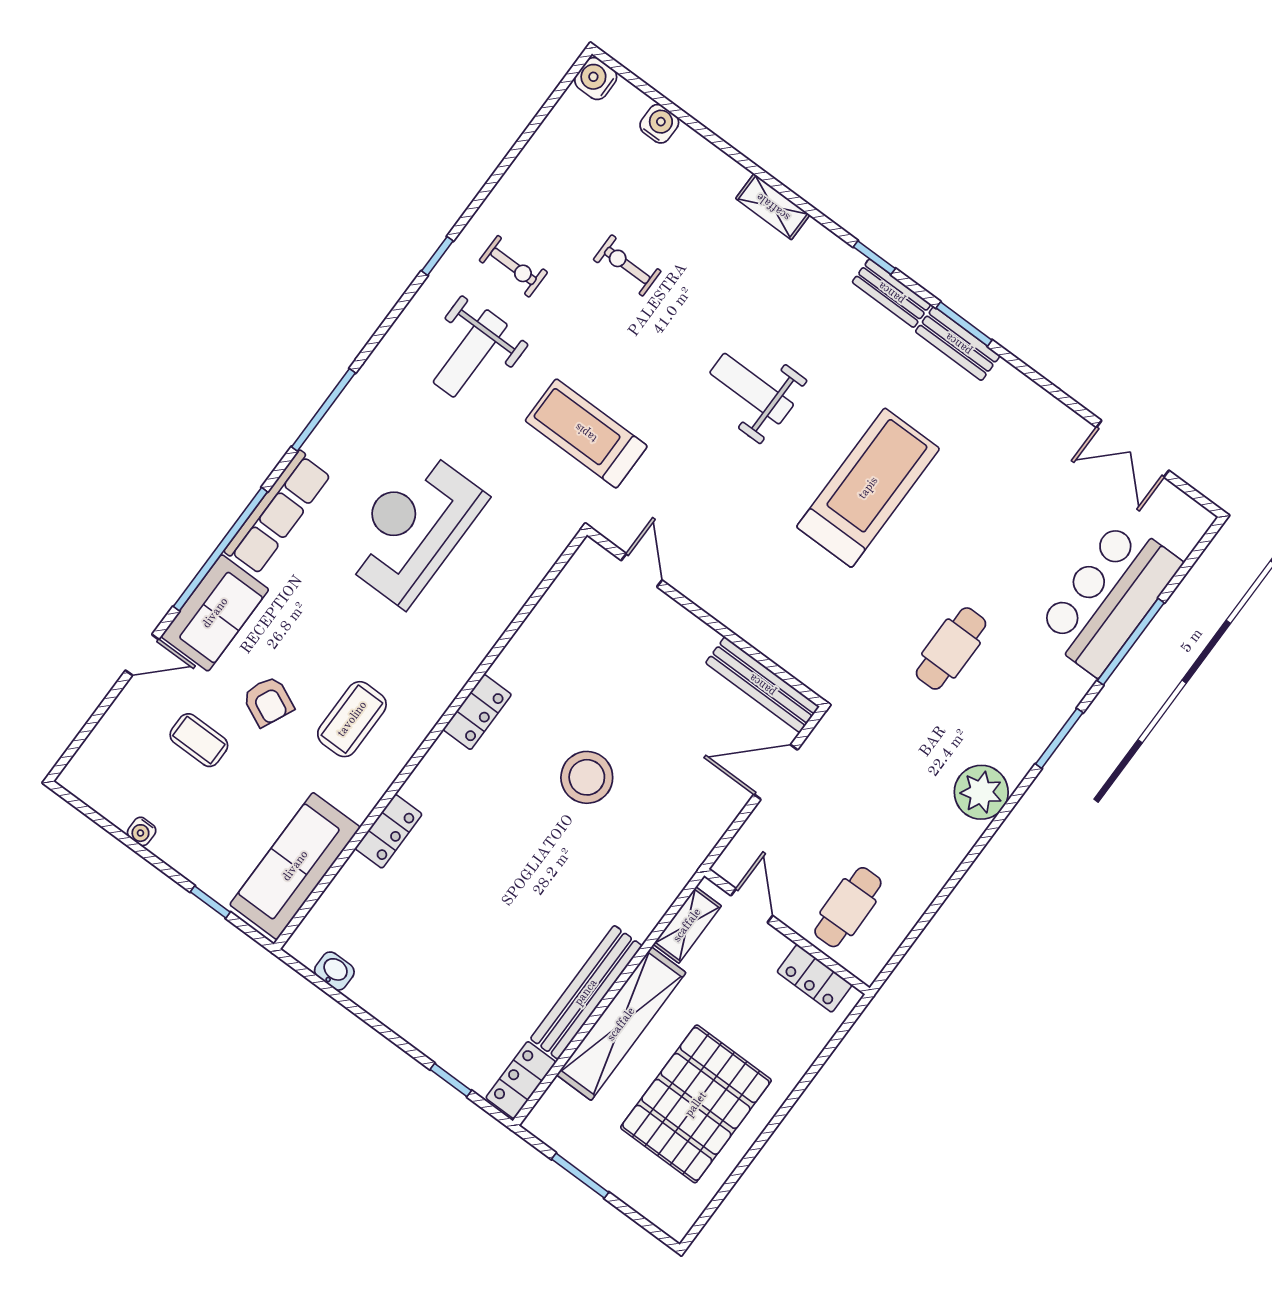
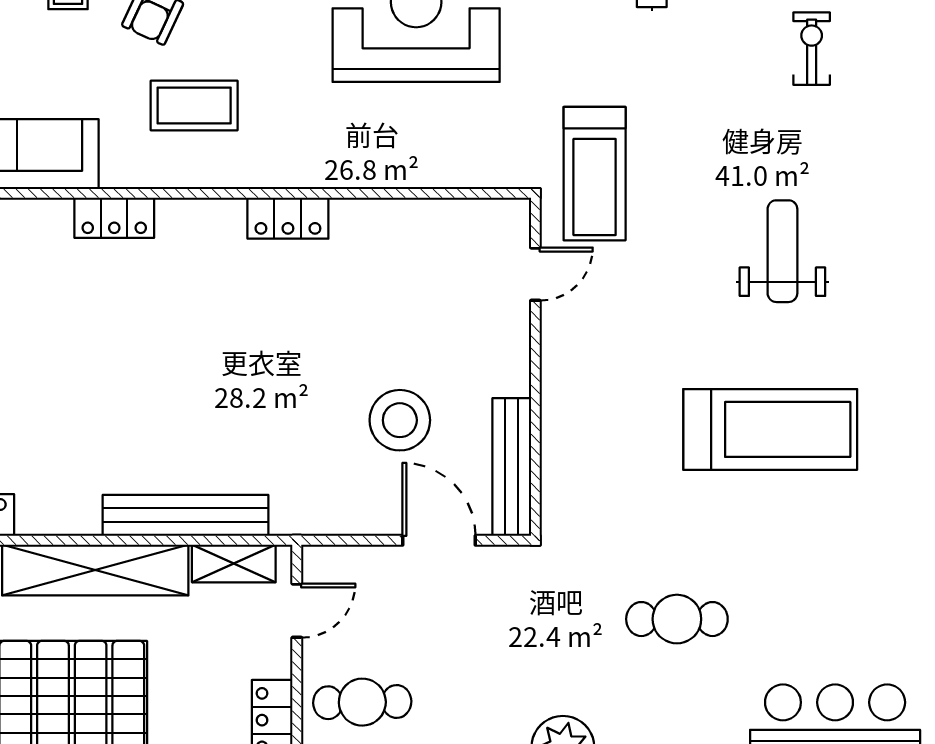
treadmill: (586, 433) -> (595, 174), moved, turned 180
stool: (587, 777) -> (400, 420), moved
bench: (586, 992) -> (185, 515), moved

